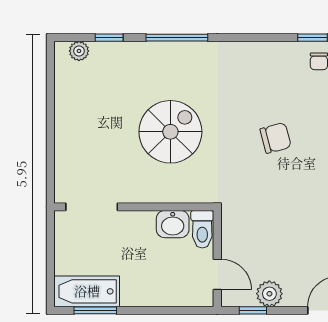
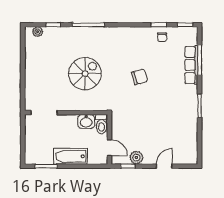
bathtub: (87, 291) -> (70, 156), moved

